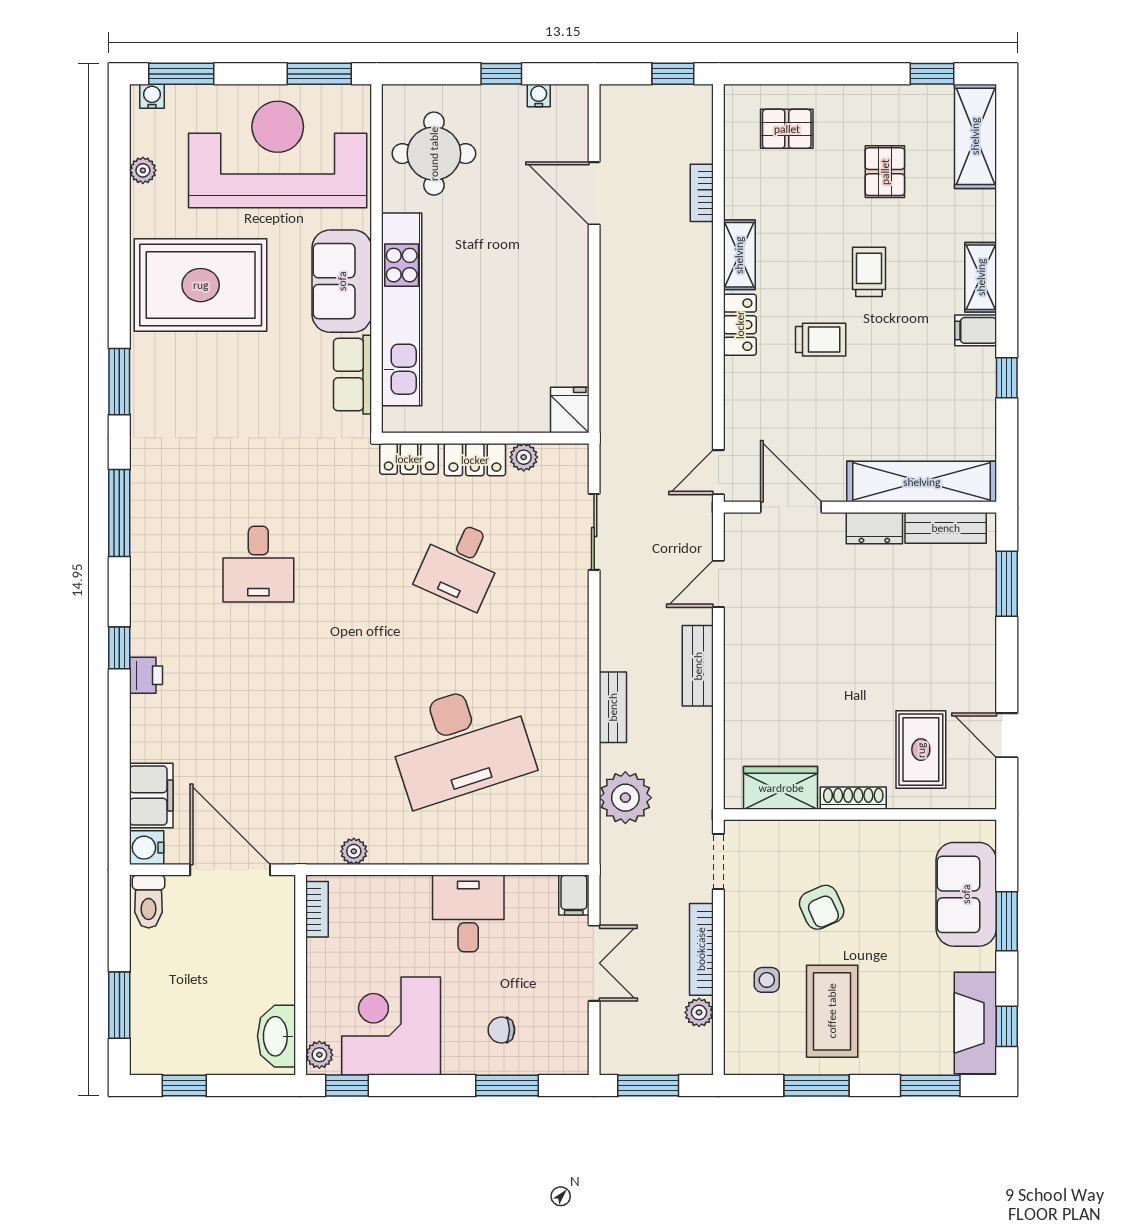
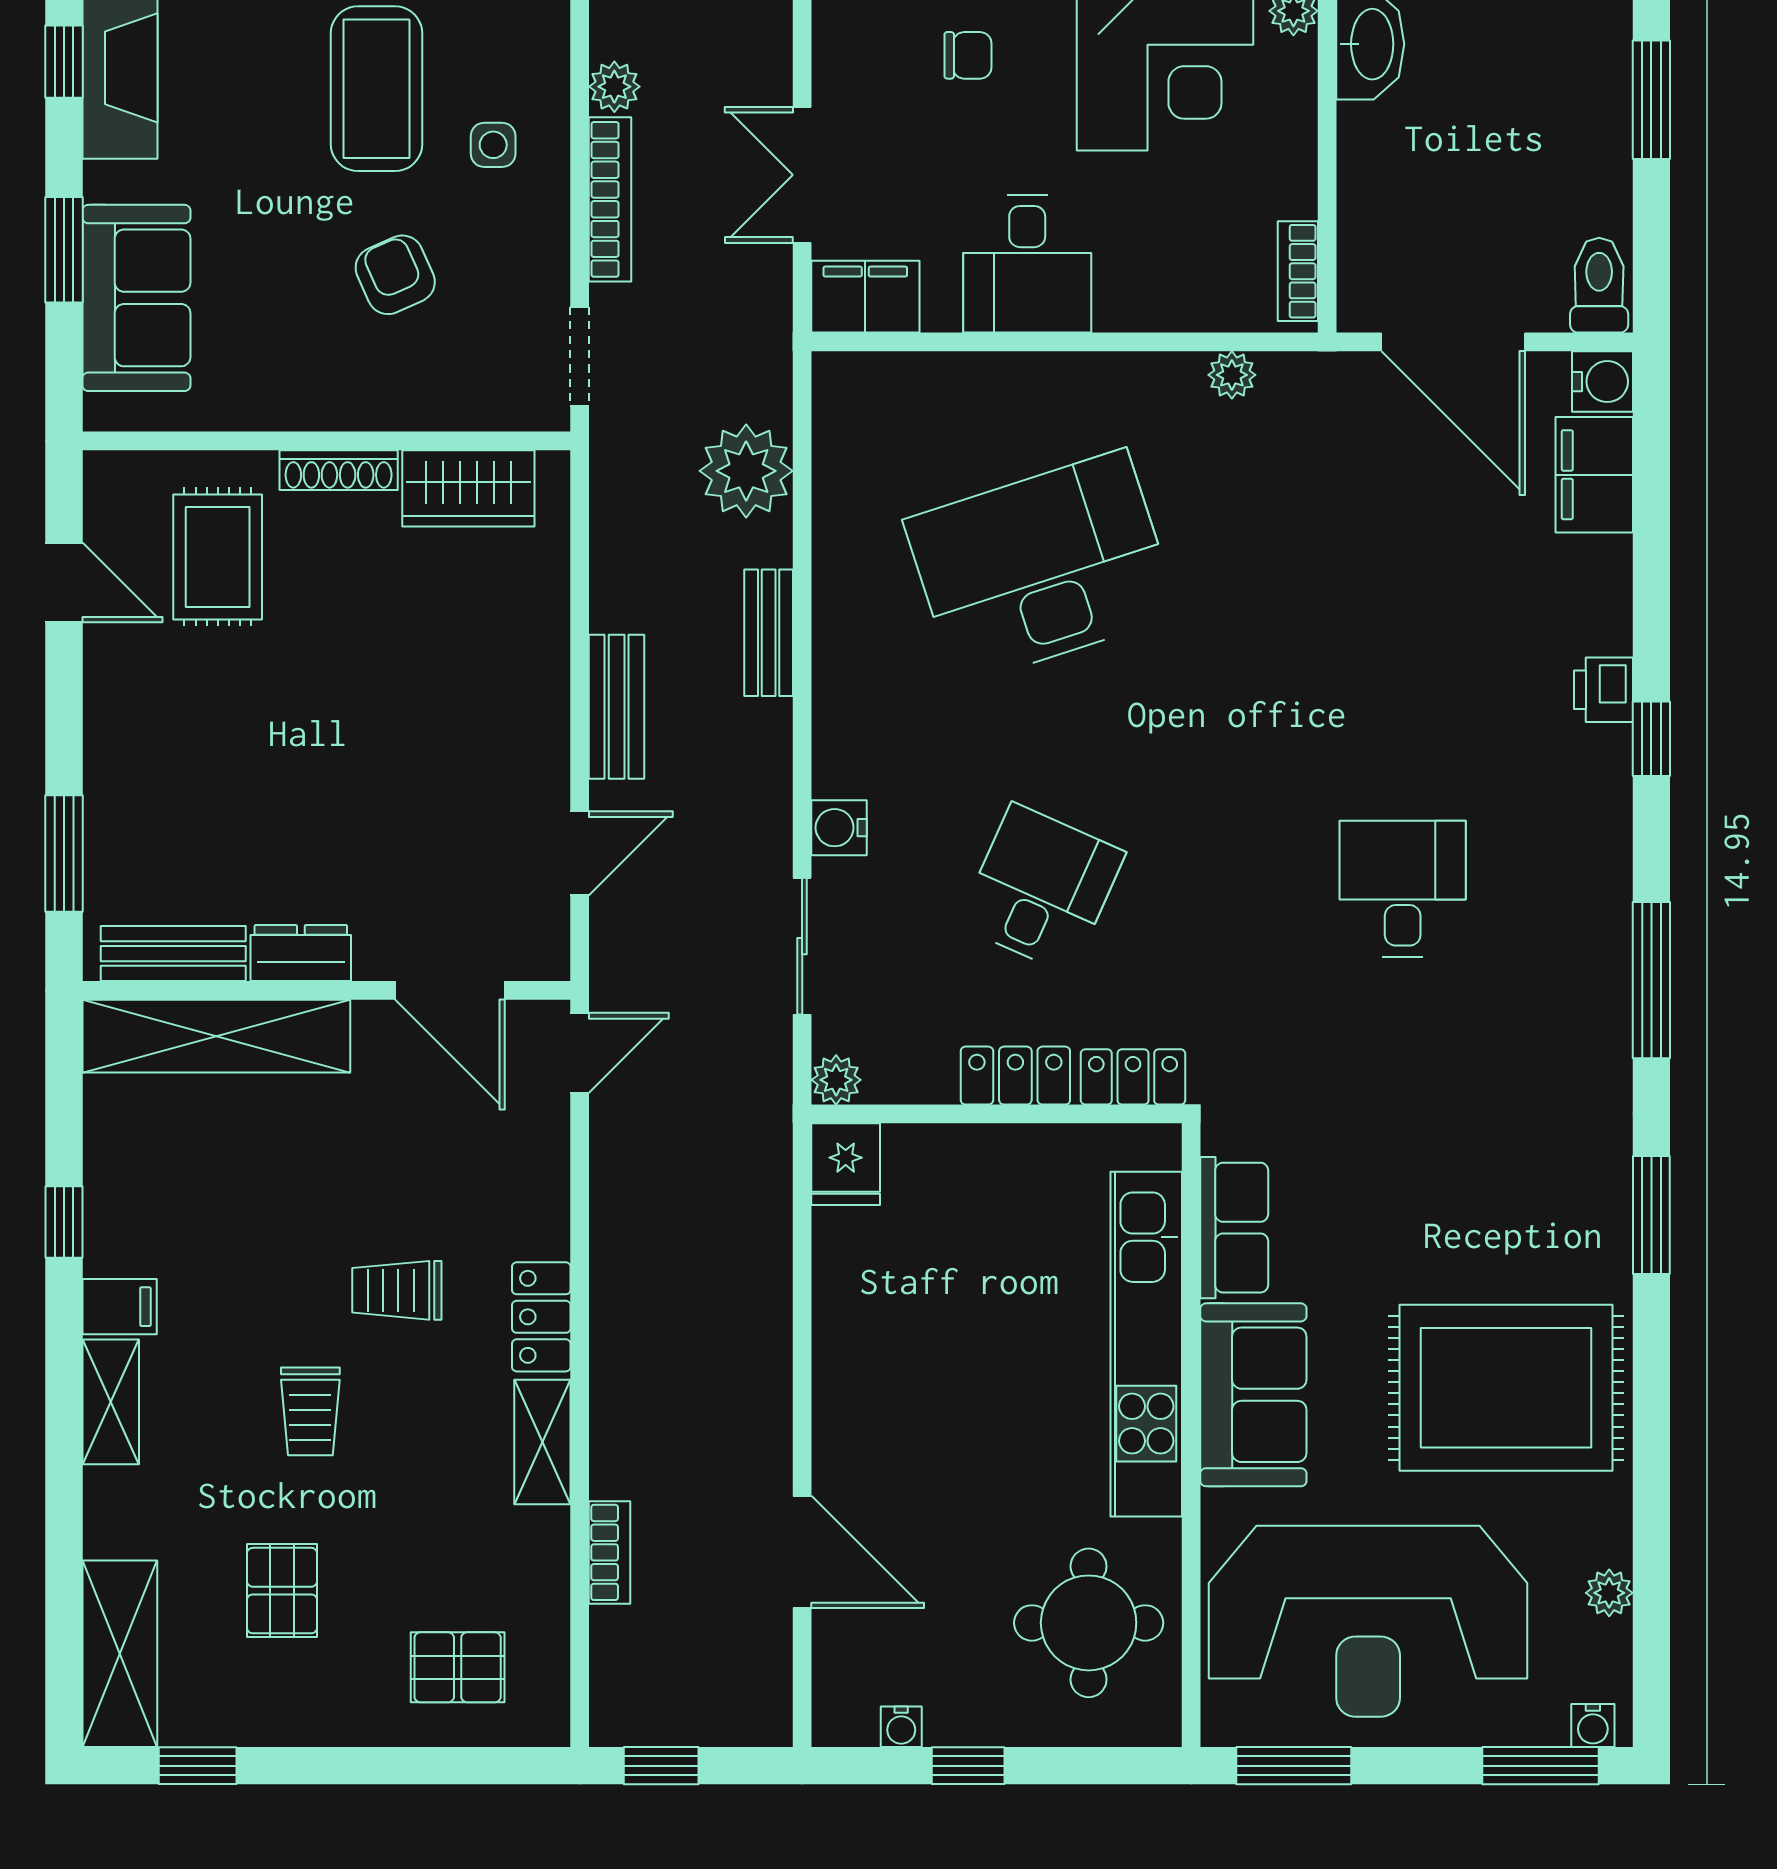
plant: (524, 457) -> (836, 1080), moved
water cooler: (573, 598) -> (839, 828), added
filing cabinet: (574, 895) -> (865, 297), width x2.00

